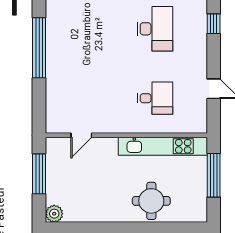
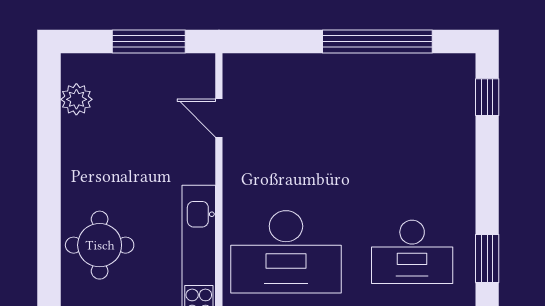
desk: (155, 98) -> (286, 252), width x1.87, depth x1.30
plant: (54, 214) -> (76, 99), moved

